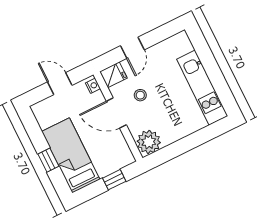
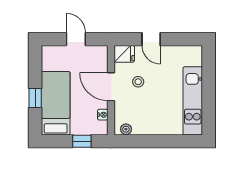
door: (132, 48) -> (151, 39), hinge flipped
nightstand: (93, 86) -> (103, 115), moved
plant: (149, 142) -> (126, 129), width x0.53, depth x0.53

